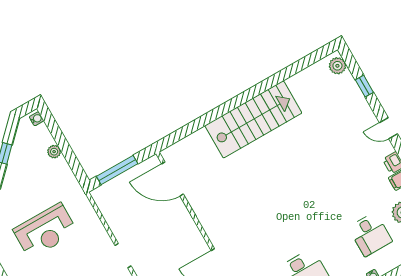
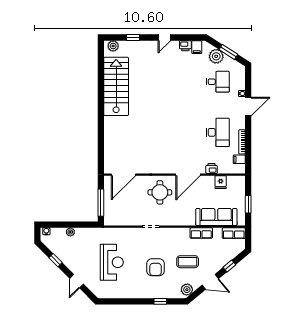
stairs: (253, 119) -> (116, 86), moved
round table: (177, 242) -> (160, 192), added

